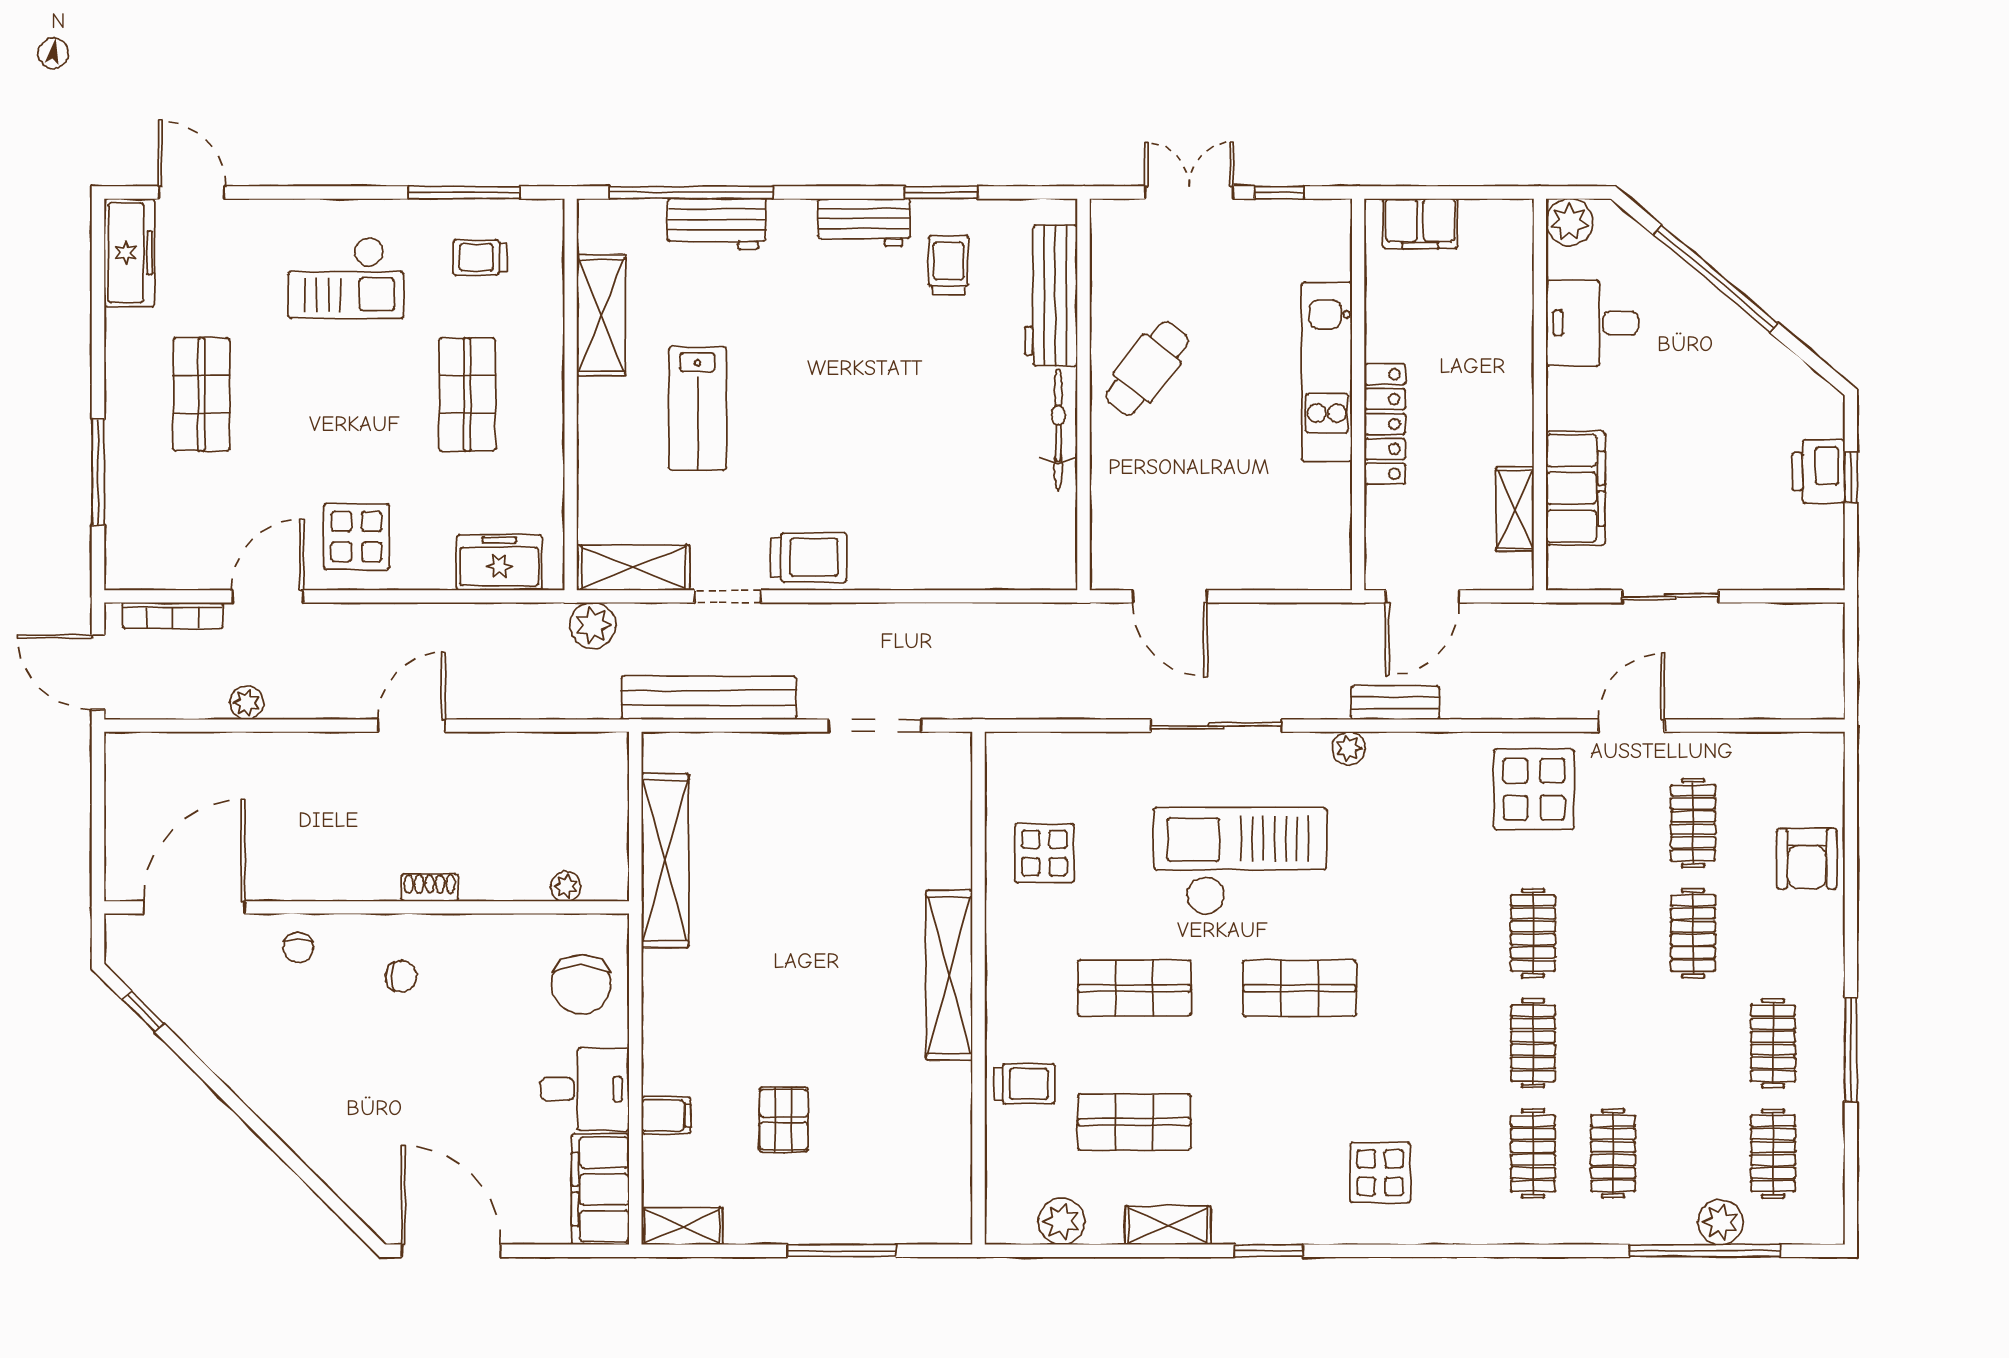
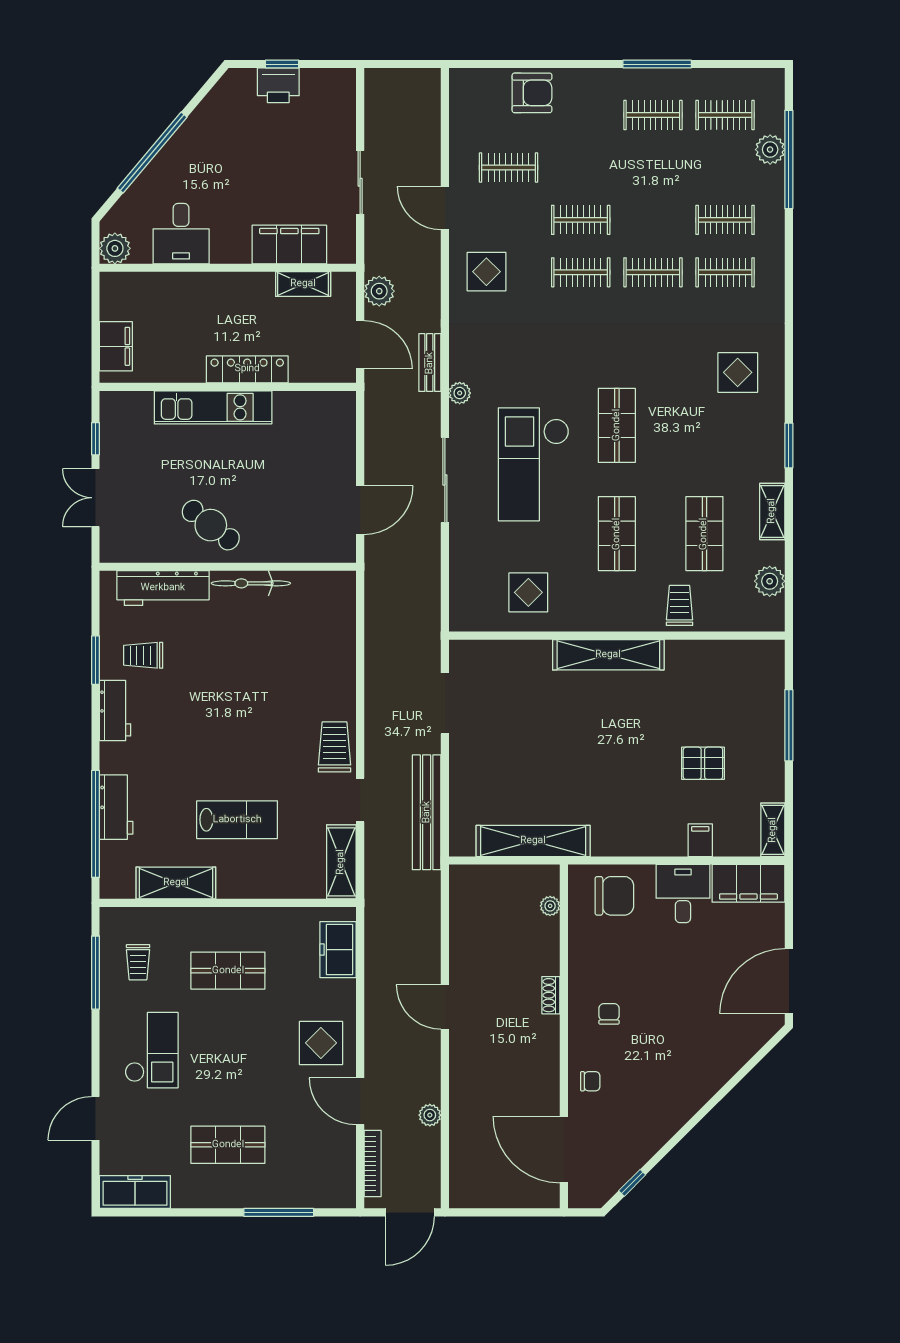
door: (192, 192) -> (96, 1118), moved
plant: (593, 625) -> (379, 291), moved
display table: (1534, 789) -> (486, 272), width x0.73, depth x0.73
clothes rail: (1693, 933) -> (581, 220), moved

